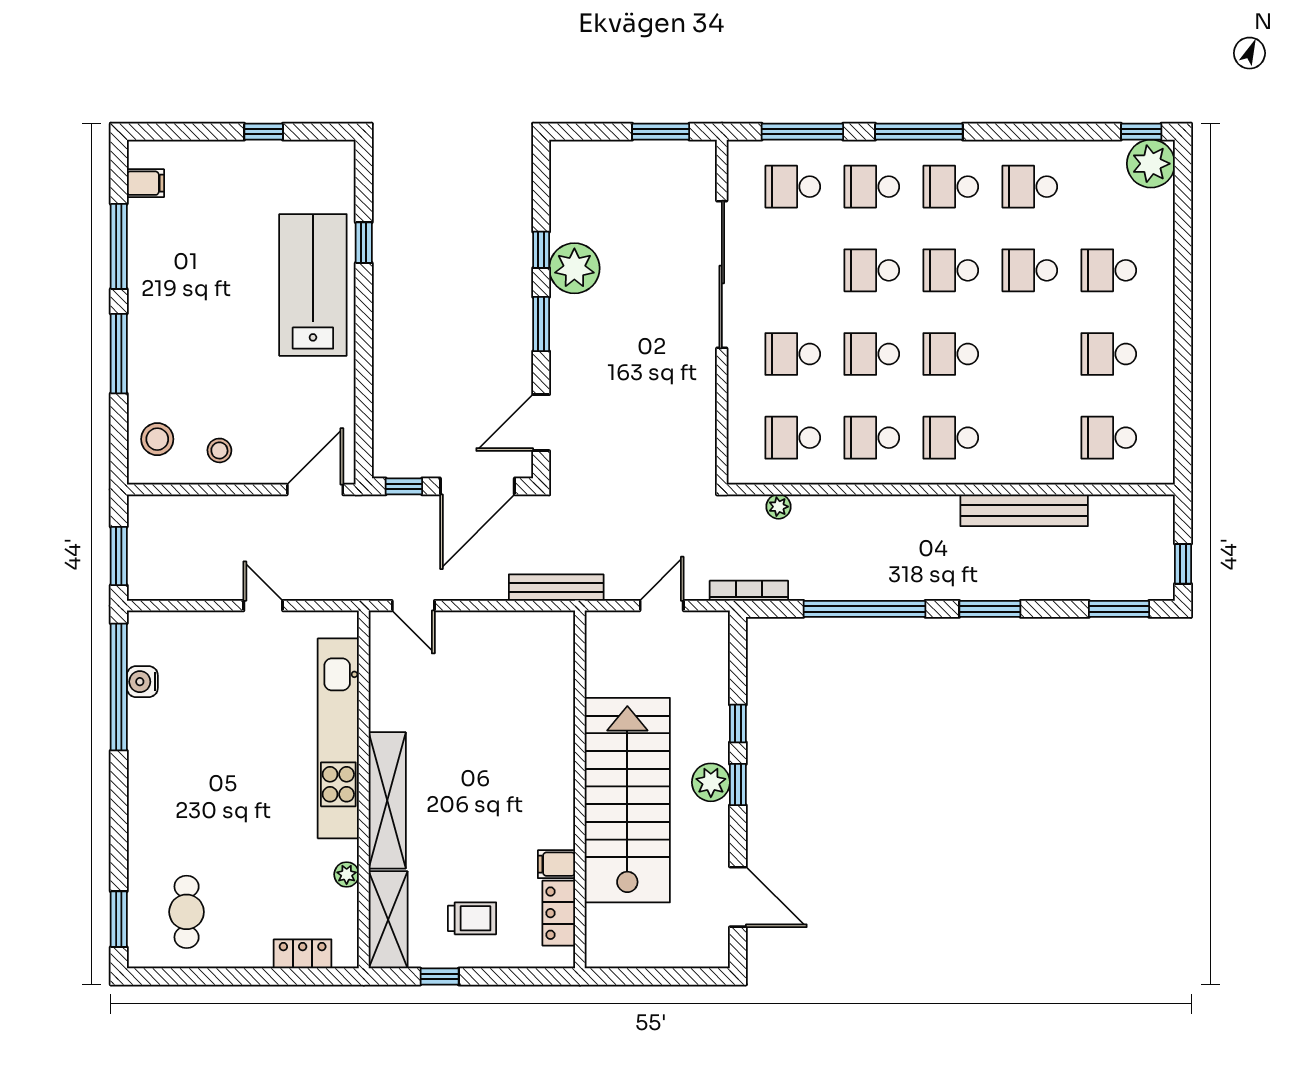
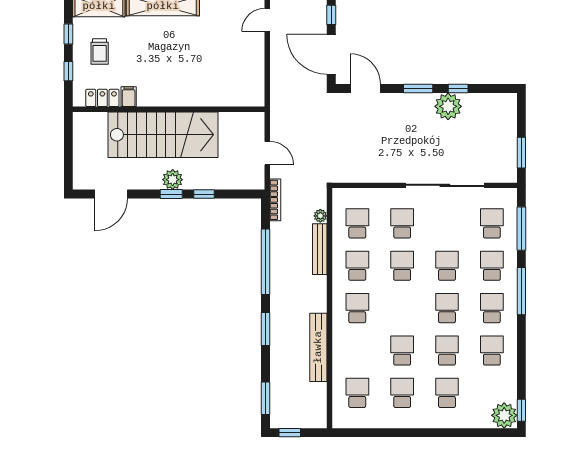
school desk: (951, 354) -> (402, 350), moved
bench: (556, 588) -> (320, 249), moved
window: (509, 977) -> (68, 71), added

